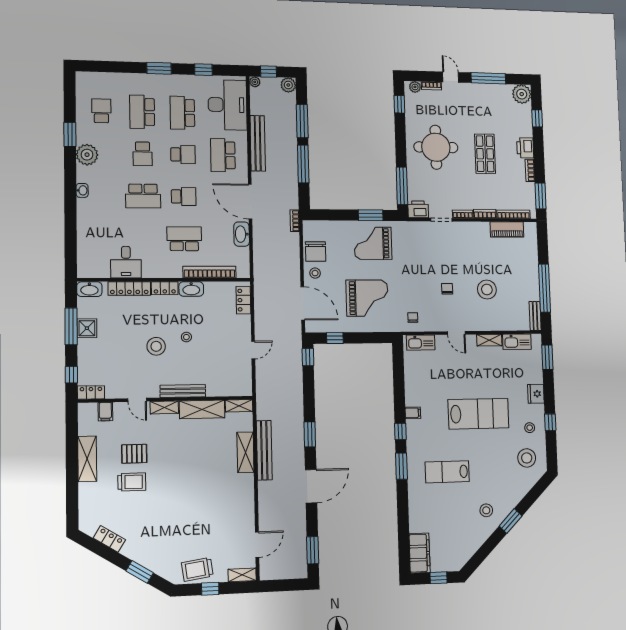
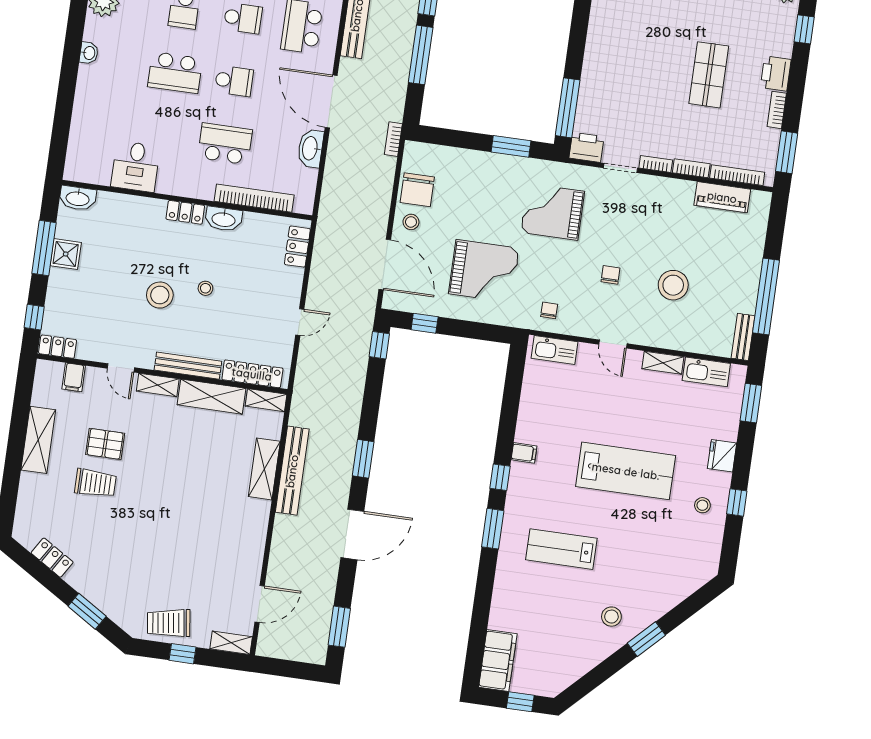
round table: (436, 147) -> (632, 55), removed
grand piano: (373, 243) -> (553, 212), moved
locker: (129, 288) -> (252, 374), moved, turned 180
stool: (527, 458) -> (689, 550), removed

